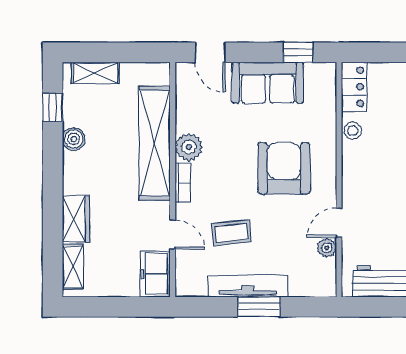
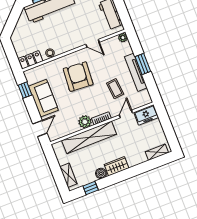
armchair: (284, 168) -> (78, 77), turned 94
wardrobe: (76, 219) -> (116, 166), moved
plant: (327, 248) -> (123, 38), moved

